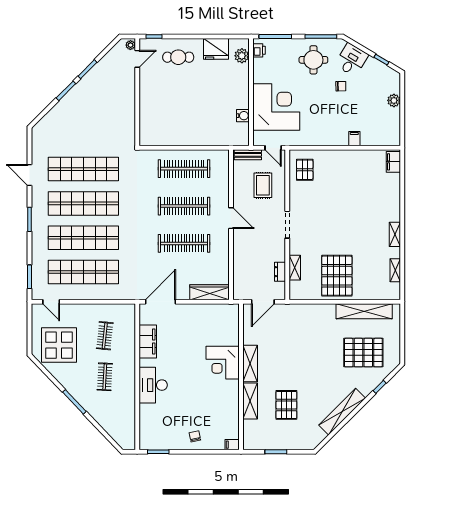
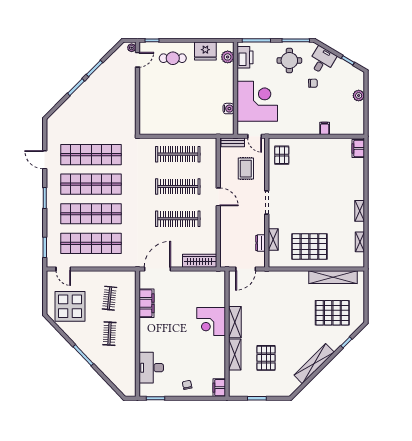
printer: (259, 50) -> (245, 57), width x1.87, depth x1.48
pallet: (337, 276) -> (309, 247), turned 90
desk: (153, 385) -> (151, 368), moved
filing cabinet: (232, 445) -> (219, 388), width x2.00

